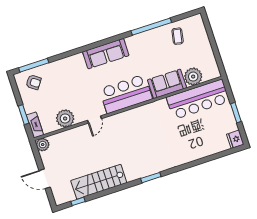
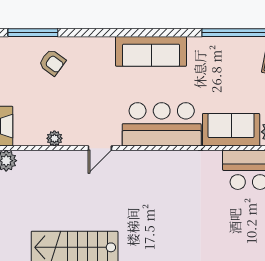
armchair: (34, 82) -> (52, 62), moved
plant: (65, 118) -> (54, 138), width x0.53, depth x0.53

